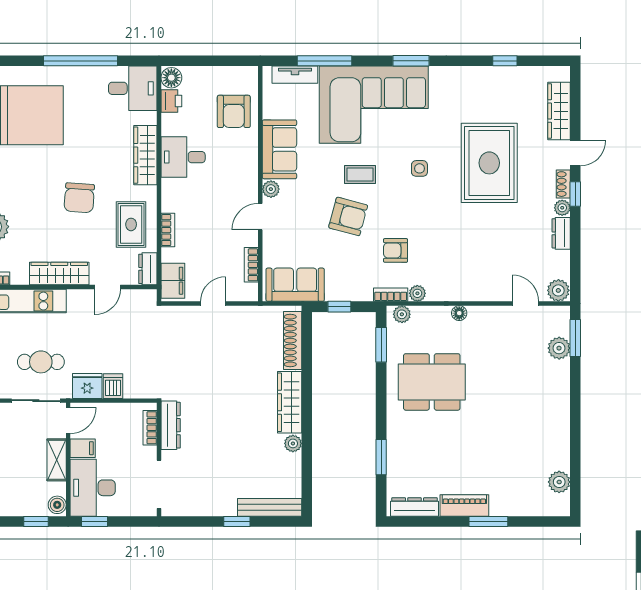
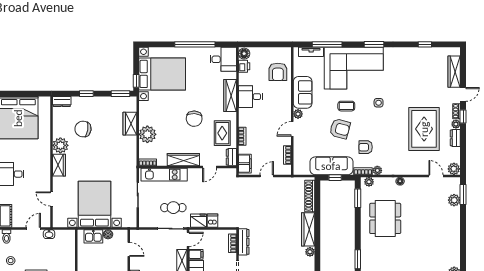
rug: (489, 163) -> (424, 129), moved
sofa: (295, 285) -> (331, 166), moved, width x1.36
dining table: (432, 382) -> (385, 218), turned 90

